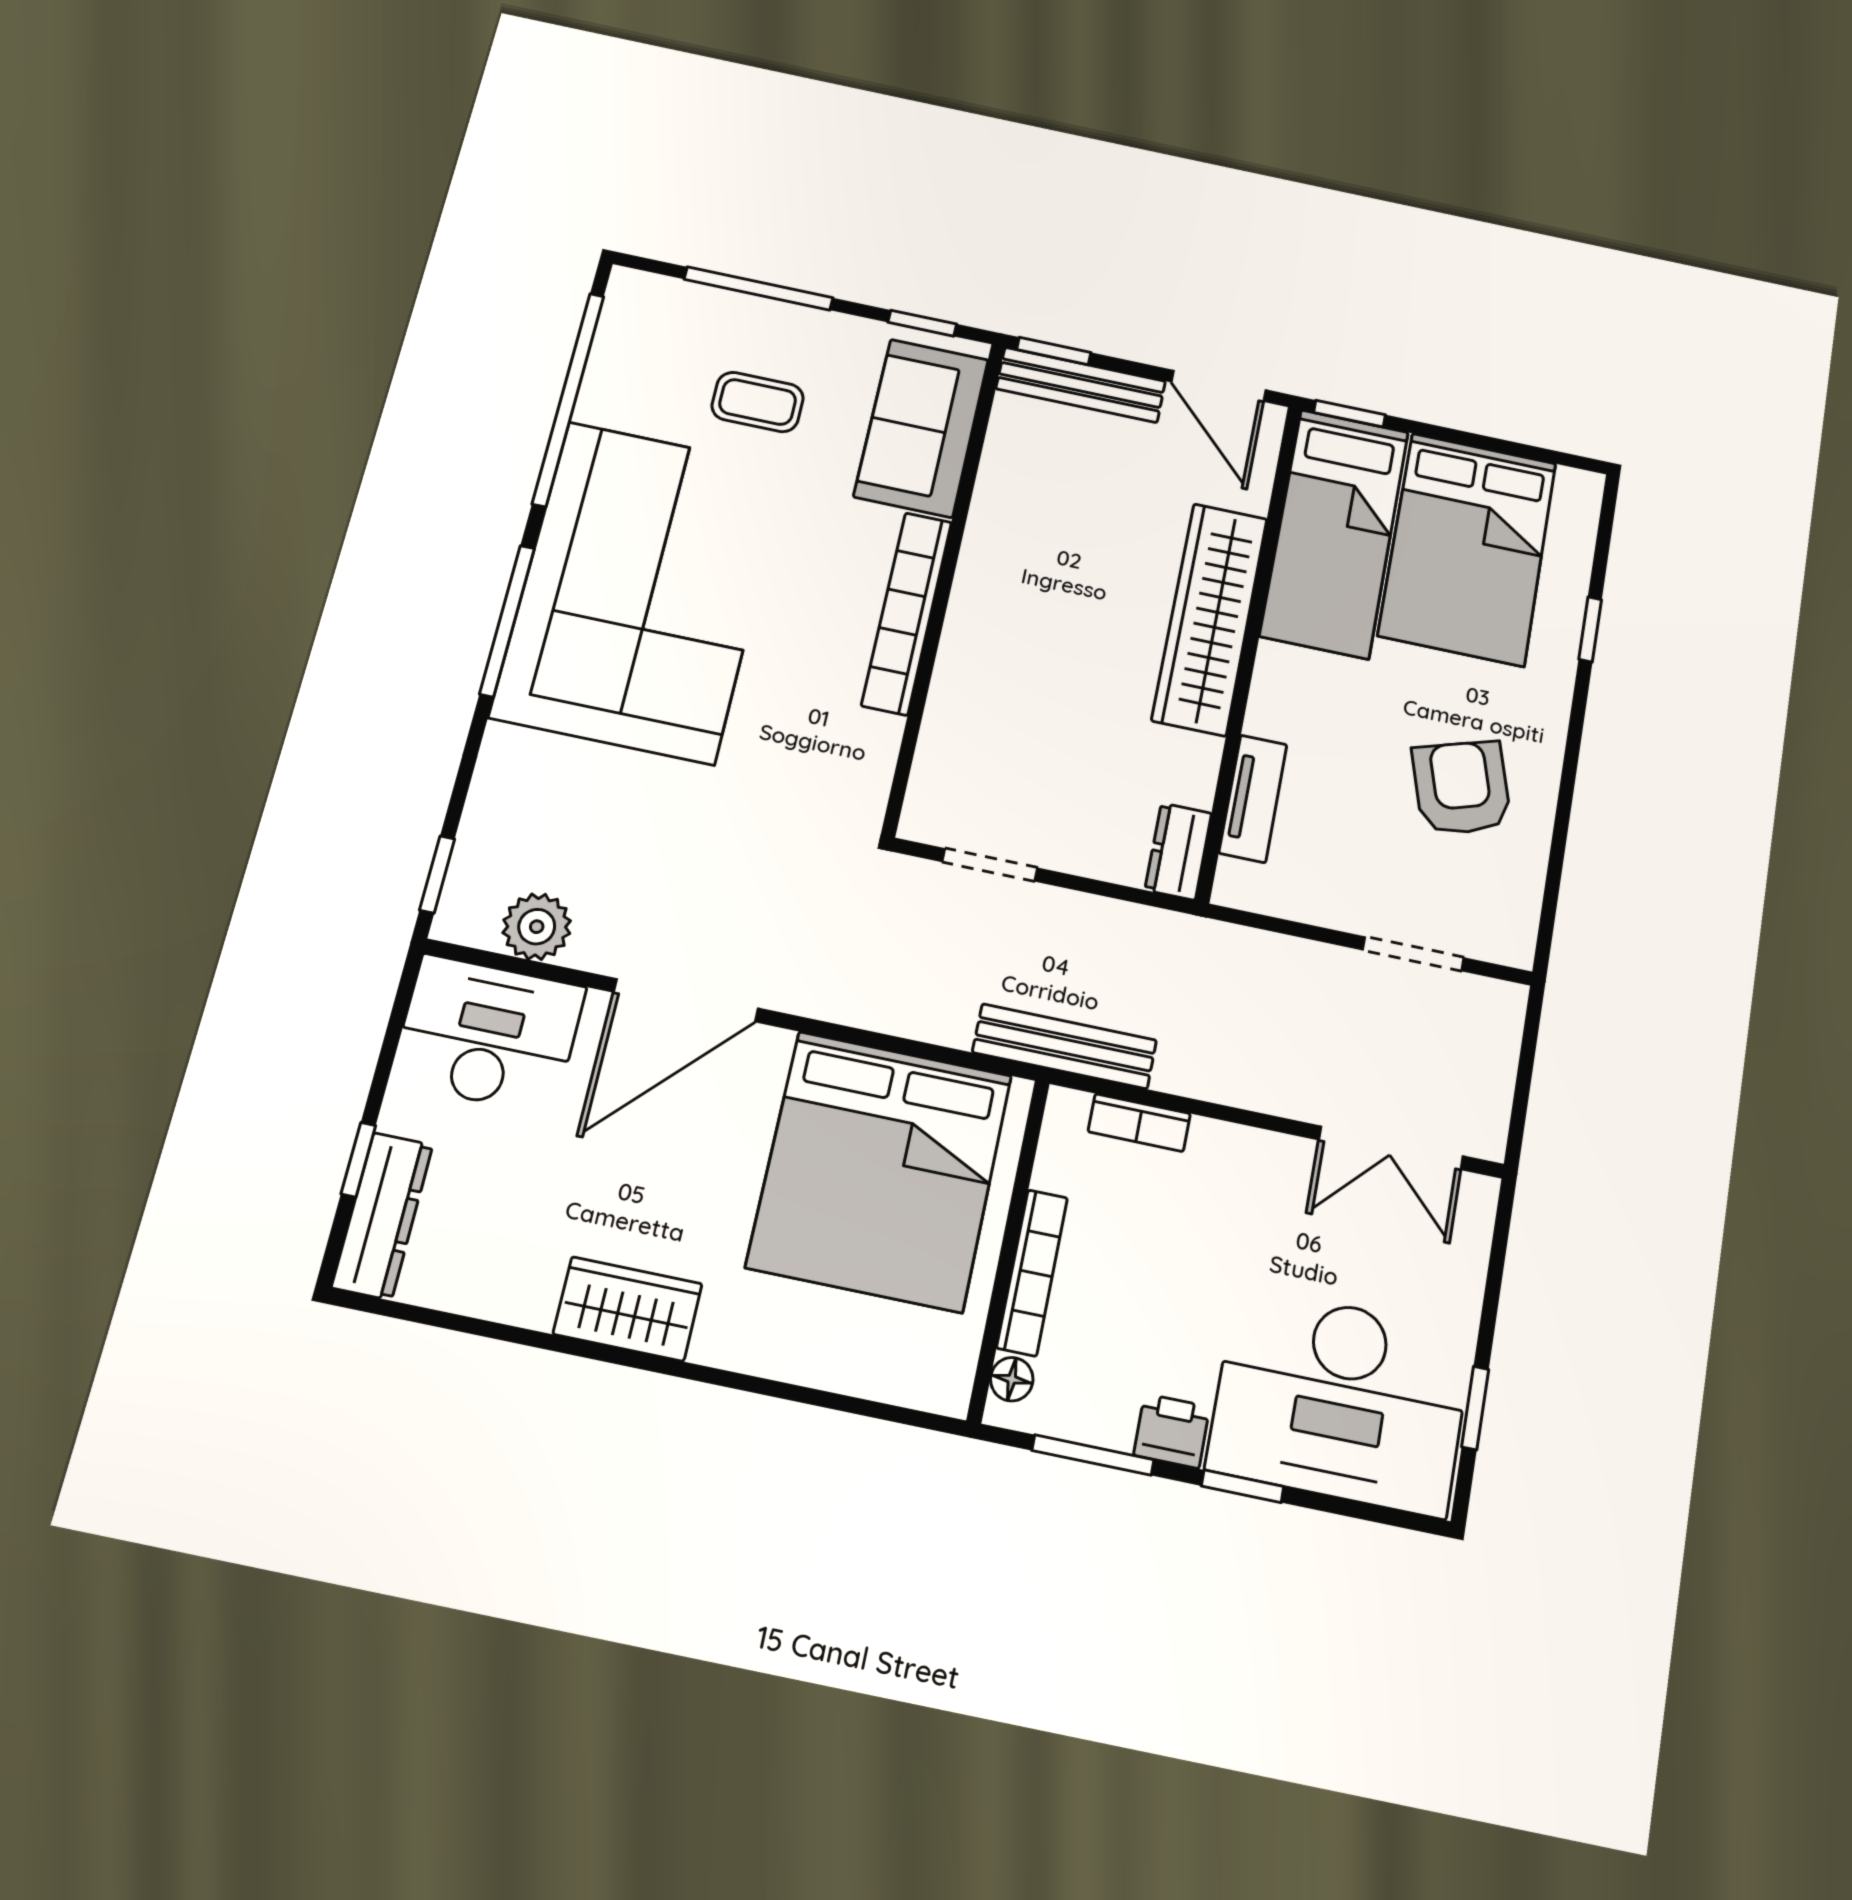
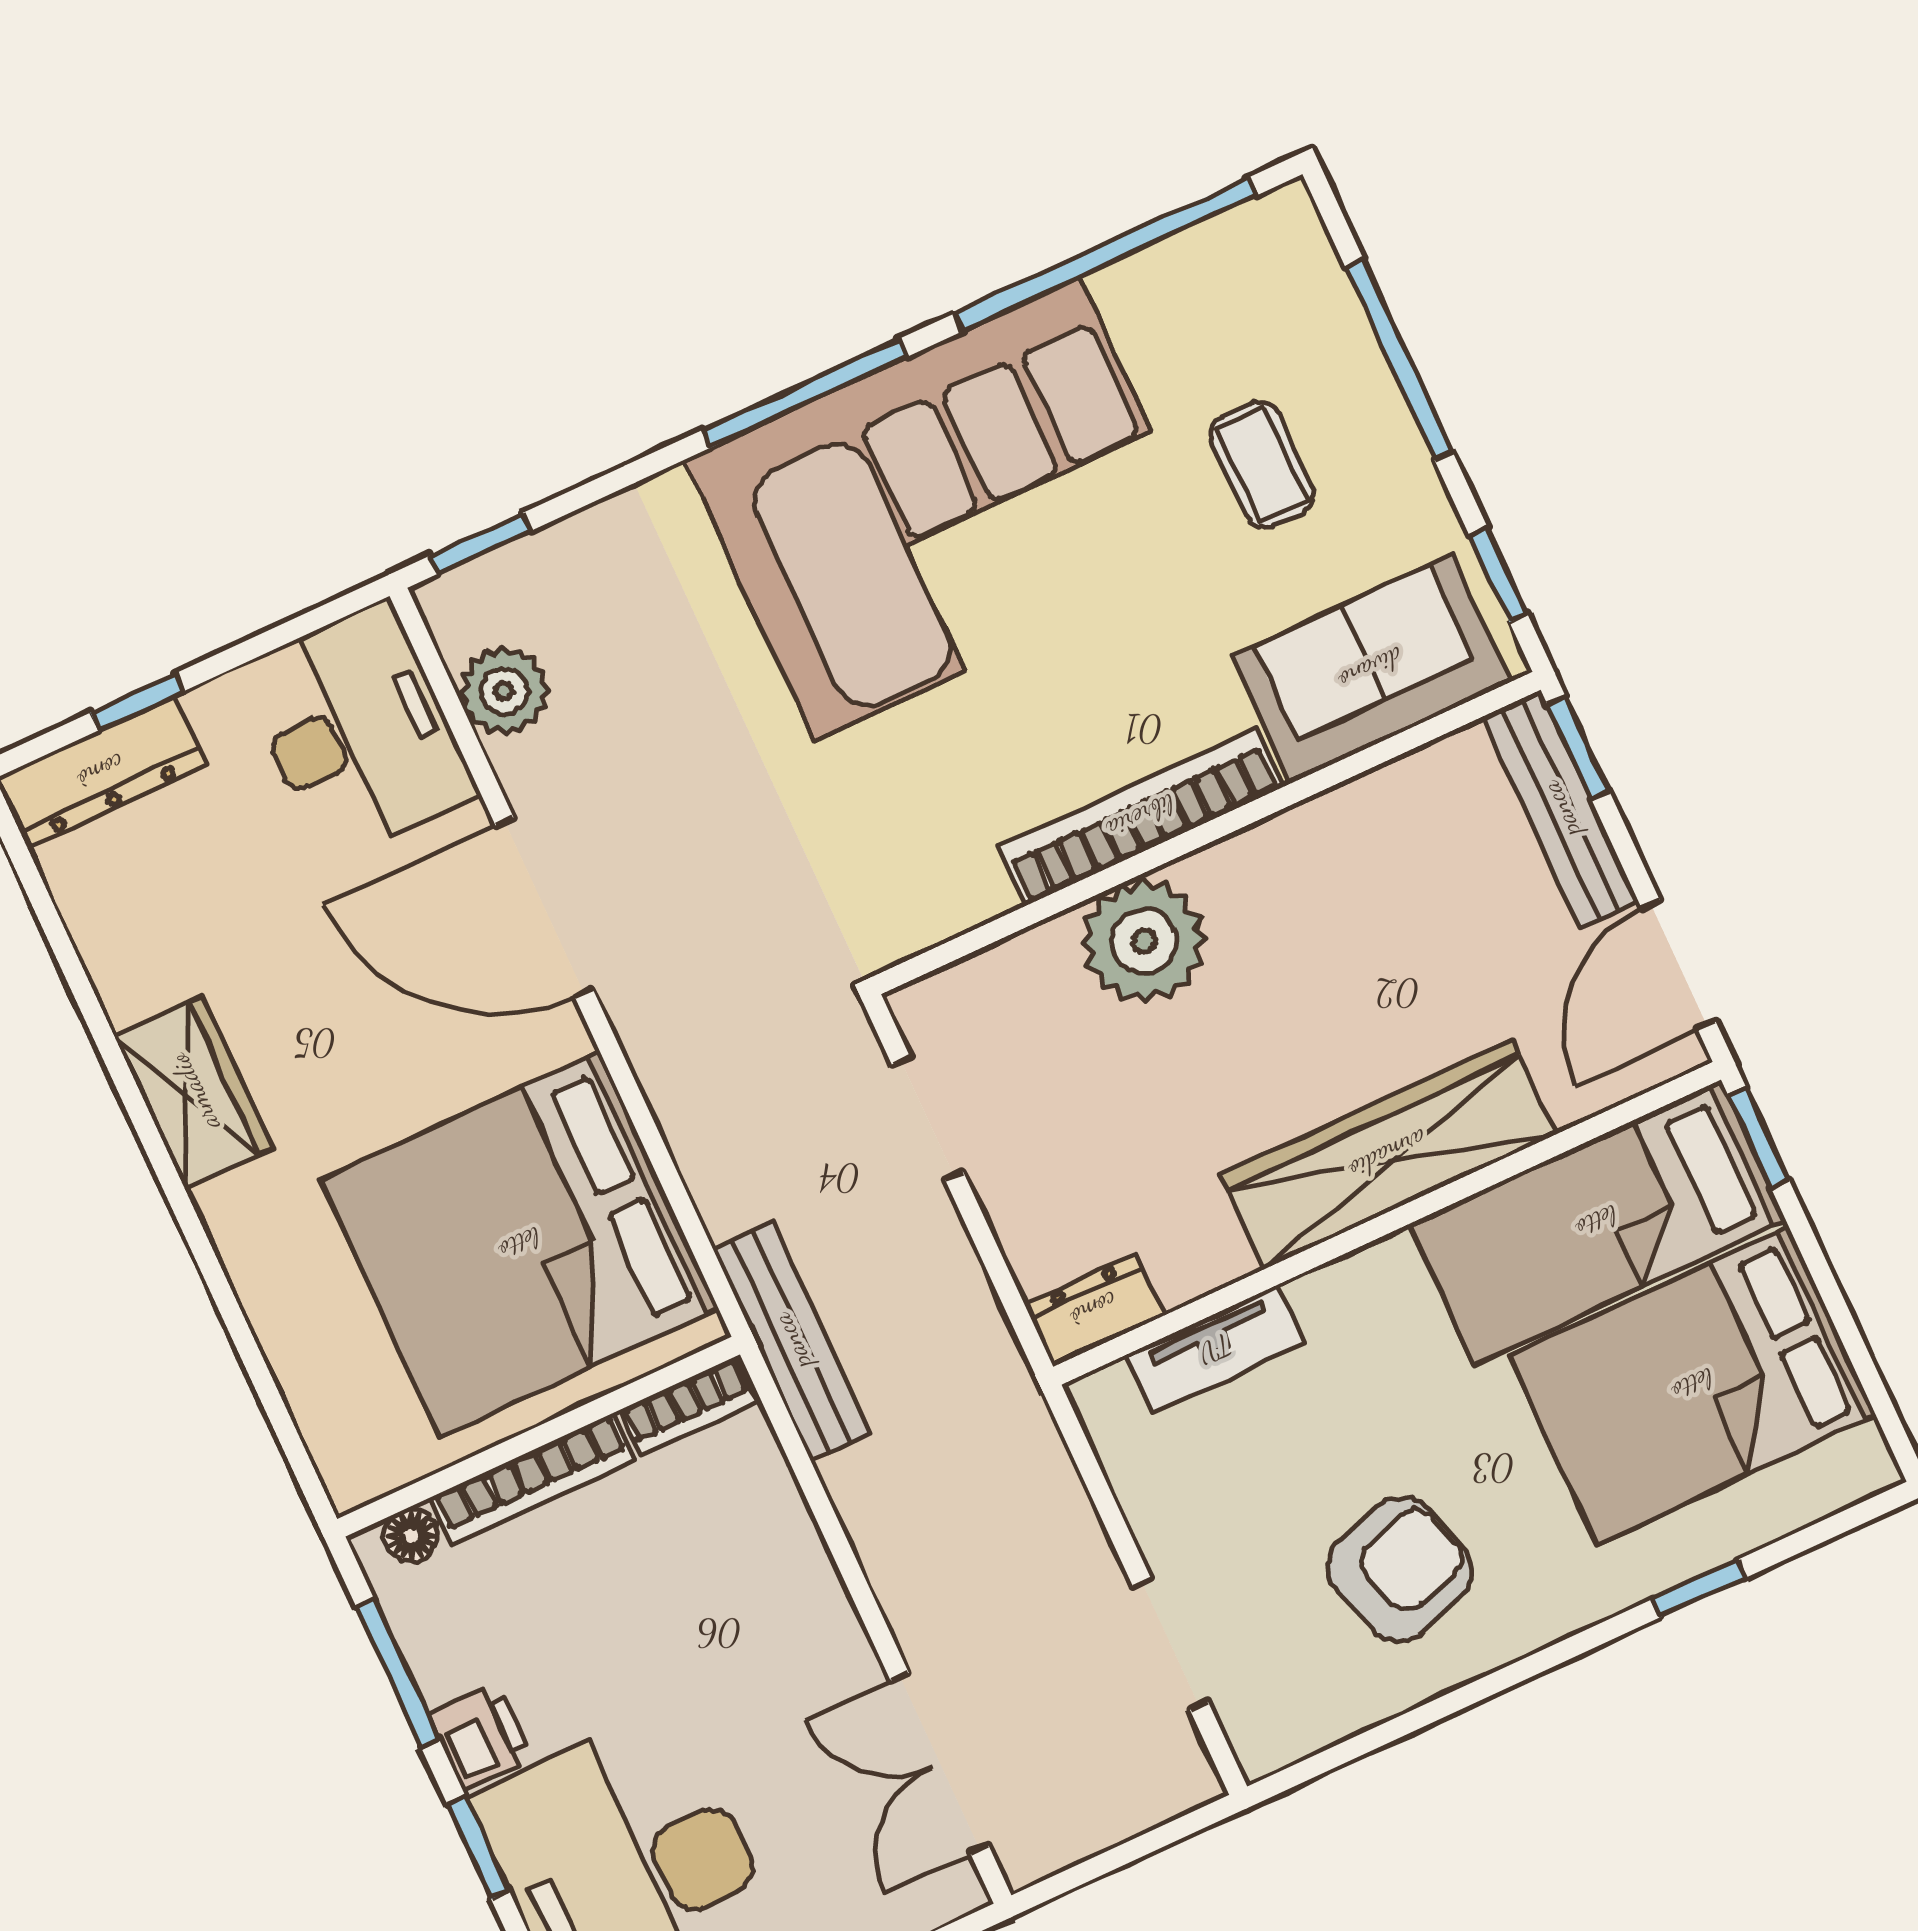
plant: (981, 664) -> (1144, 941), added
bookcase: (1139, 1123) -> (688, 1406), moved, turned -90

